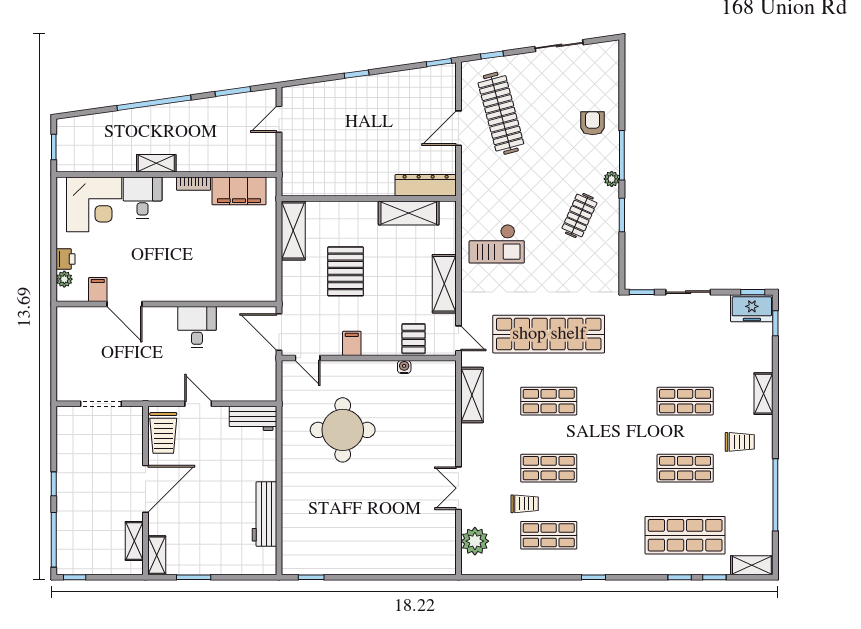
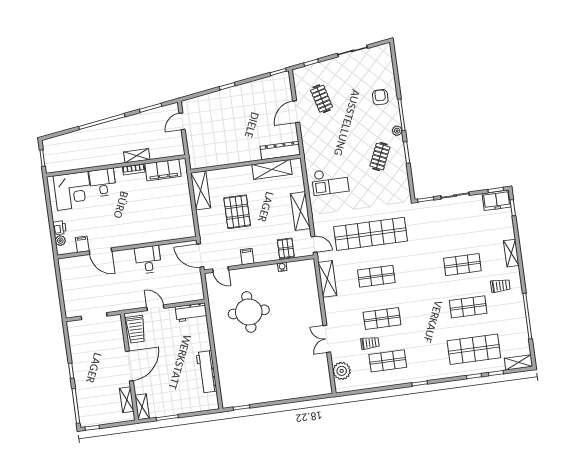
clothes rail: (501, 113) -> (322, 99), width x0.54, depth x0.76
shelving: (156, 163) -> (137, 156), moved

